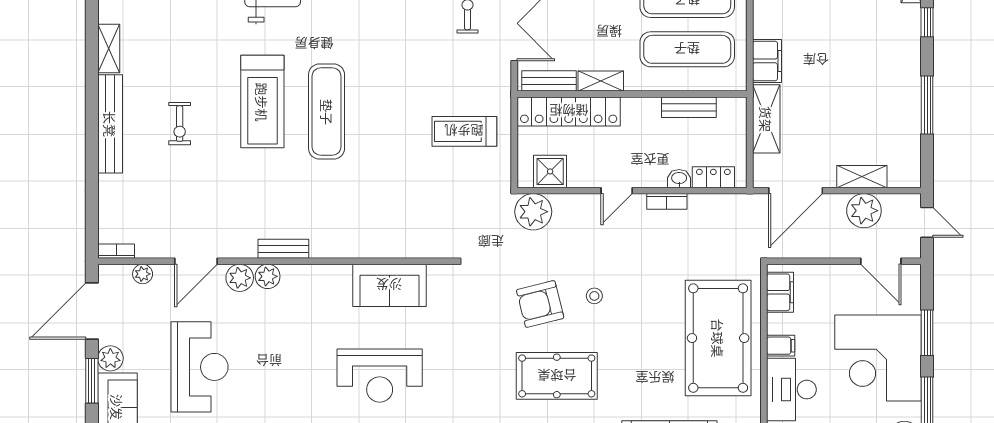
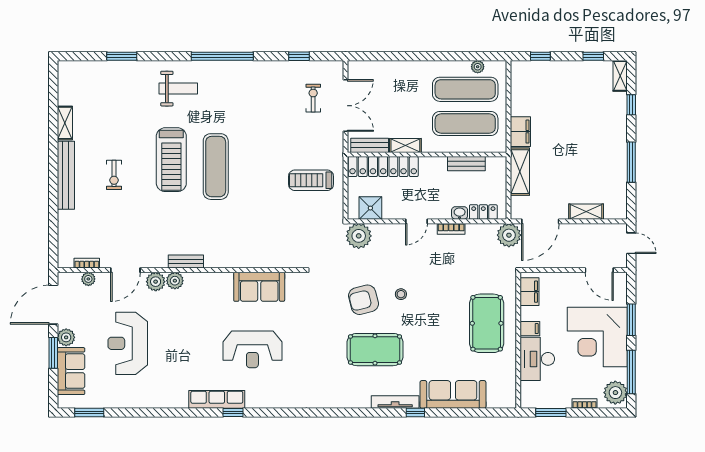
plant: (864, 211) -> (509, 235), moved
bookcase: (116, 251) -> (87, 263), moved
pool table: (718, 338) -> (487, 323), width x0.73, depth x0.76
reception desk: (199, 367) -> (128, 343), turned 180

